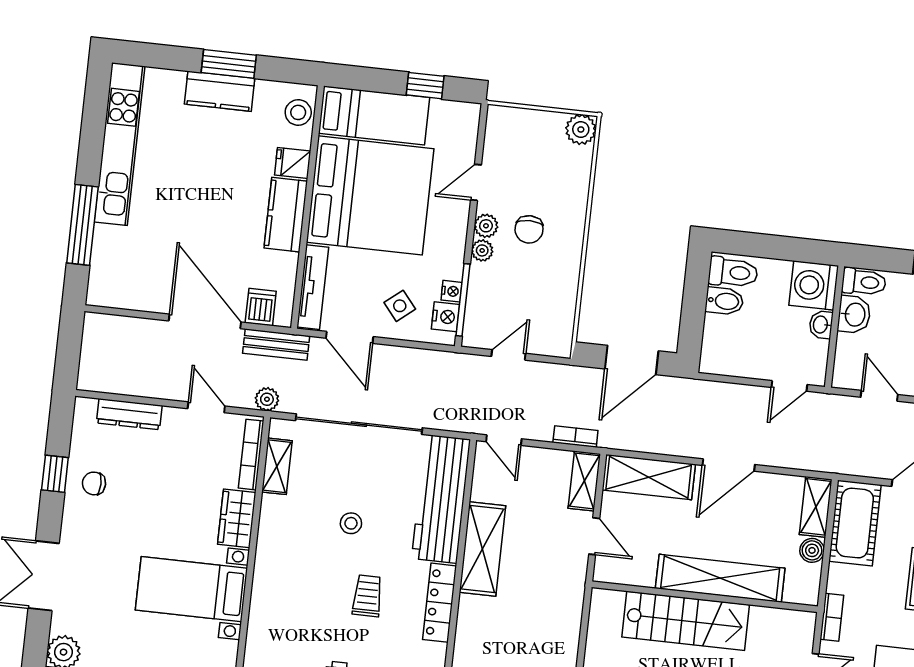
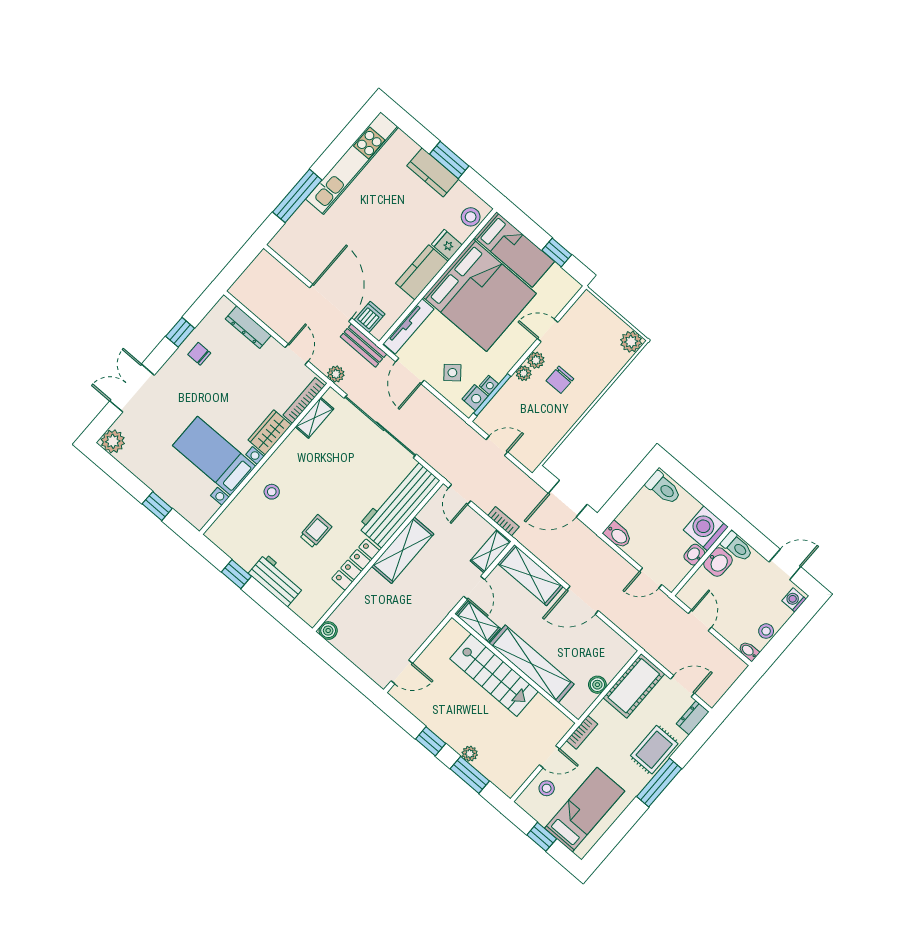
bidet: (724, 301) -> (618, 535), moved
shelving: (816, 507) -> (478, 622), moved, turned 90
stool: (351, 523) -> (272, 492), moved

